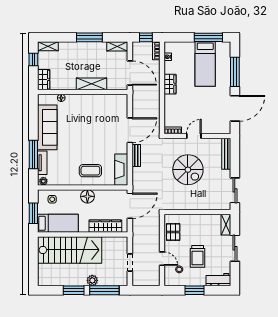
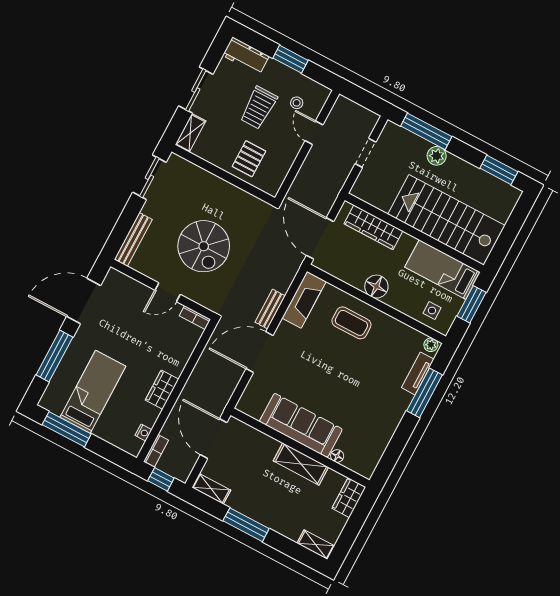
window: (33, 60) -> (348, 536), removed
shelving: (92, 84) -> (301, 464), moved
sofa: (47, 127) -> (301, 425), moved, turned 90
spiral stairs: (188, 170) -> (204, 246), turned 180
door: (130, 206) -> (320, 238), hinge flipped
pallet: (173, 232) -> (249, 159), moved
trolley: (198, 256) -> (259, 108), turned 180
window: (74, 290) -> (499, 170), moved

